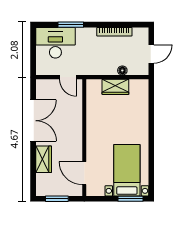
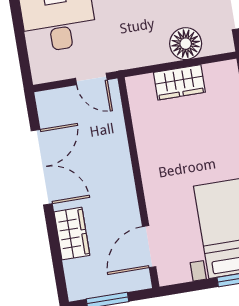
floor lamp: (122, 70) -> (186, 44), width x1.89, depth x1.89
door: (84, 173) -> (149, 247), hinge flipped

